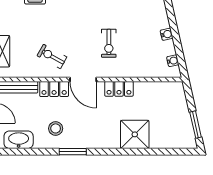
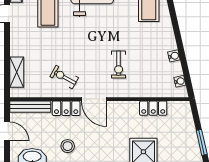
locker: (119, 89) -> (153, 108), moved

